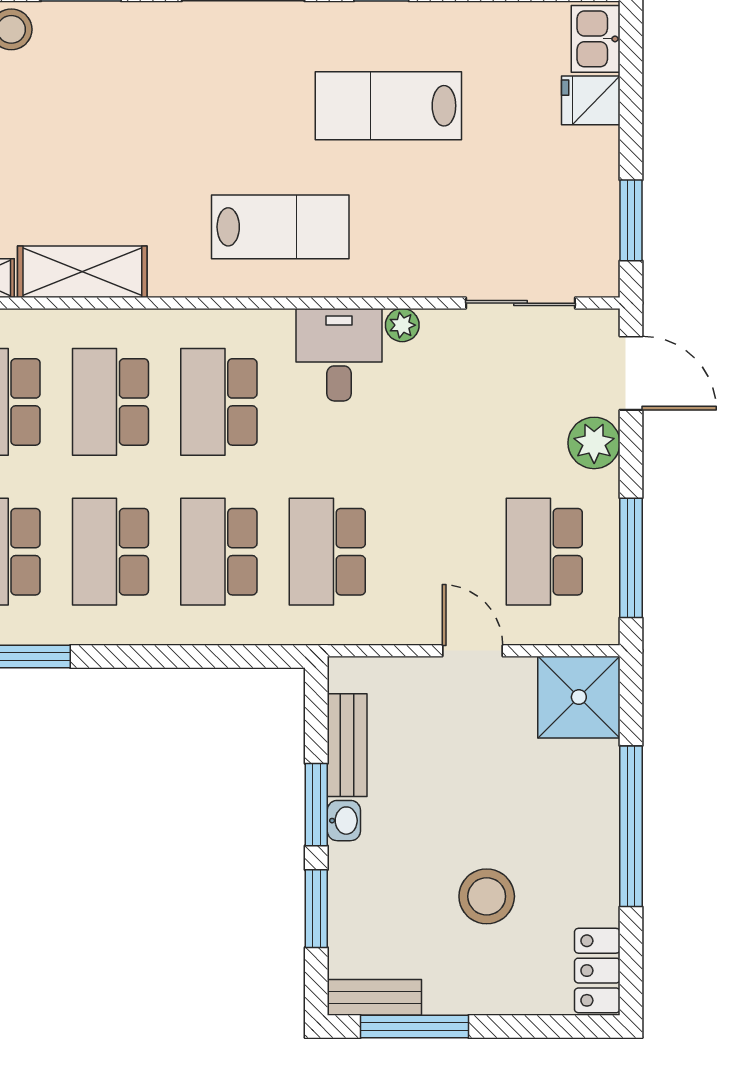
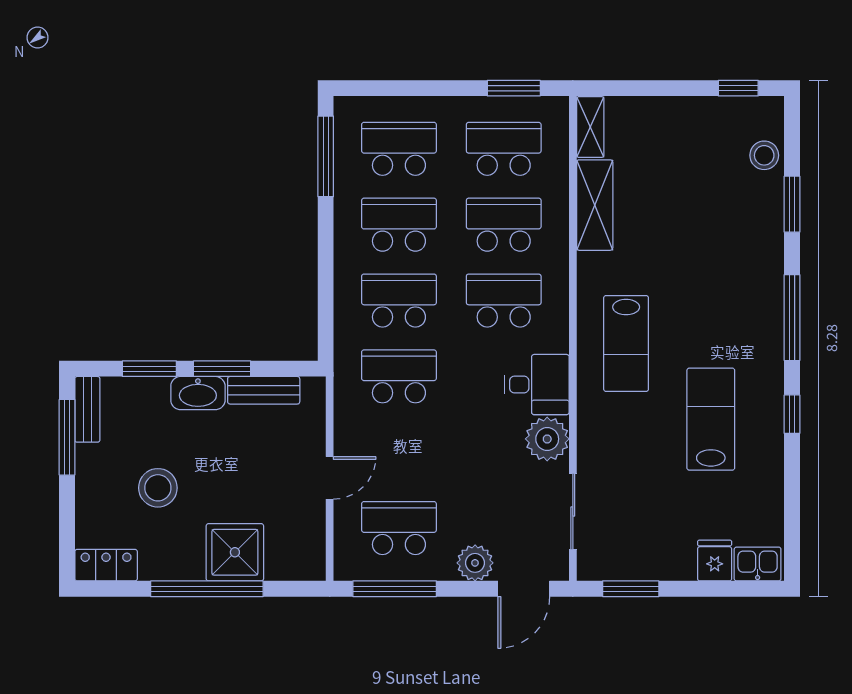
plant: (402, 325) -> (547, 439), width x1.88, depth x1.88
shower: (579, 697) -> (235, 552), moved
washbasin: (344, 821) -> (198, 393), width x1.91, depth x1.45

